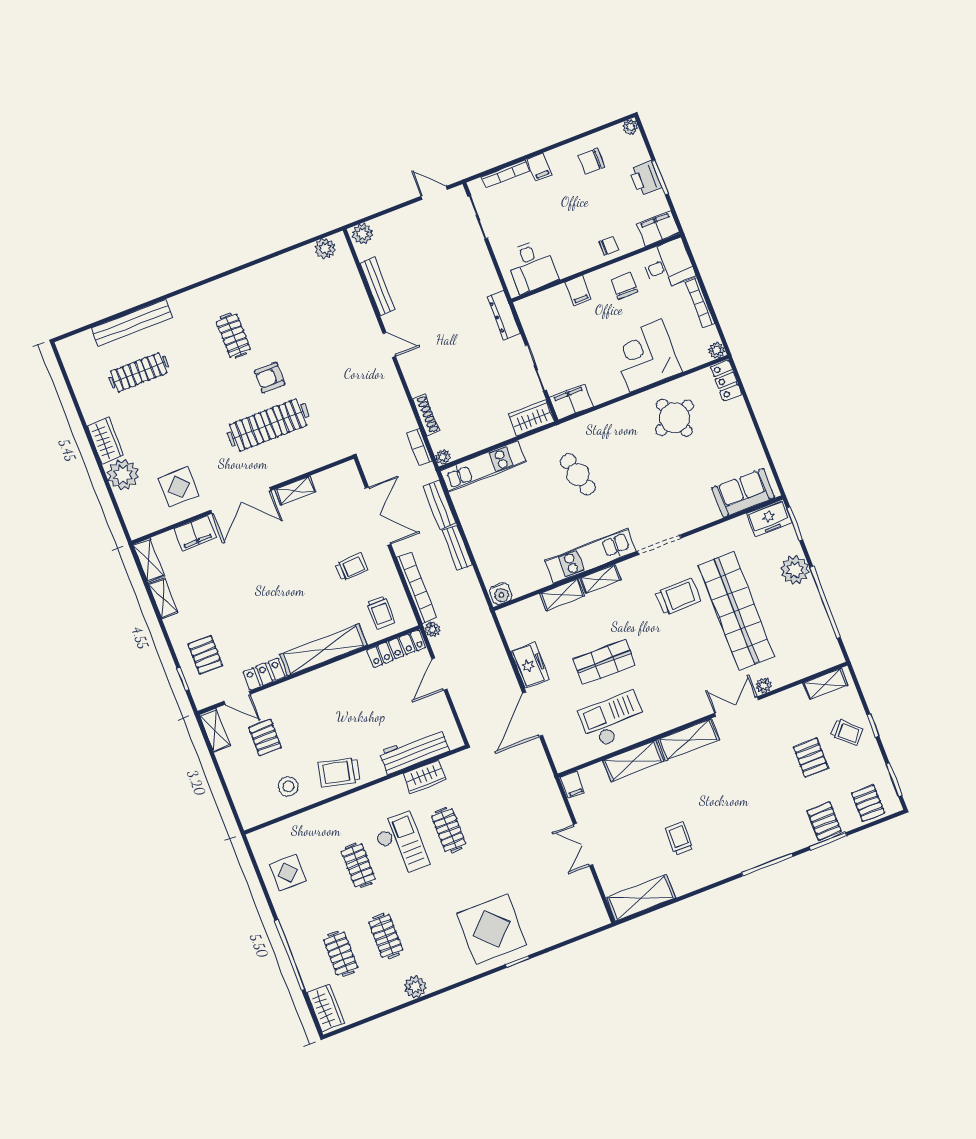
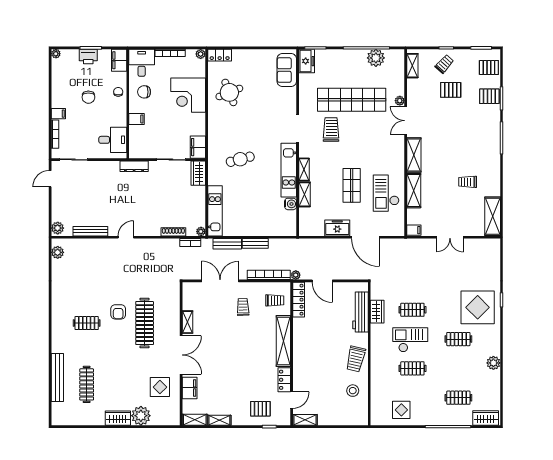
chair: (591, 161) -> (88, 97), moved
plant: (795, 570) -> (376, 58), moved
water cooler: (501, 594) -> (291, 204), moved
pallet: (265, 738) -> (320, 393), removed
clothes rail: (386, 936) -> (458, 339), moved

